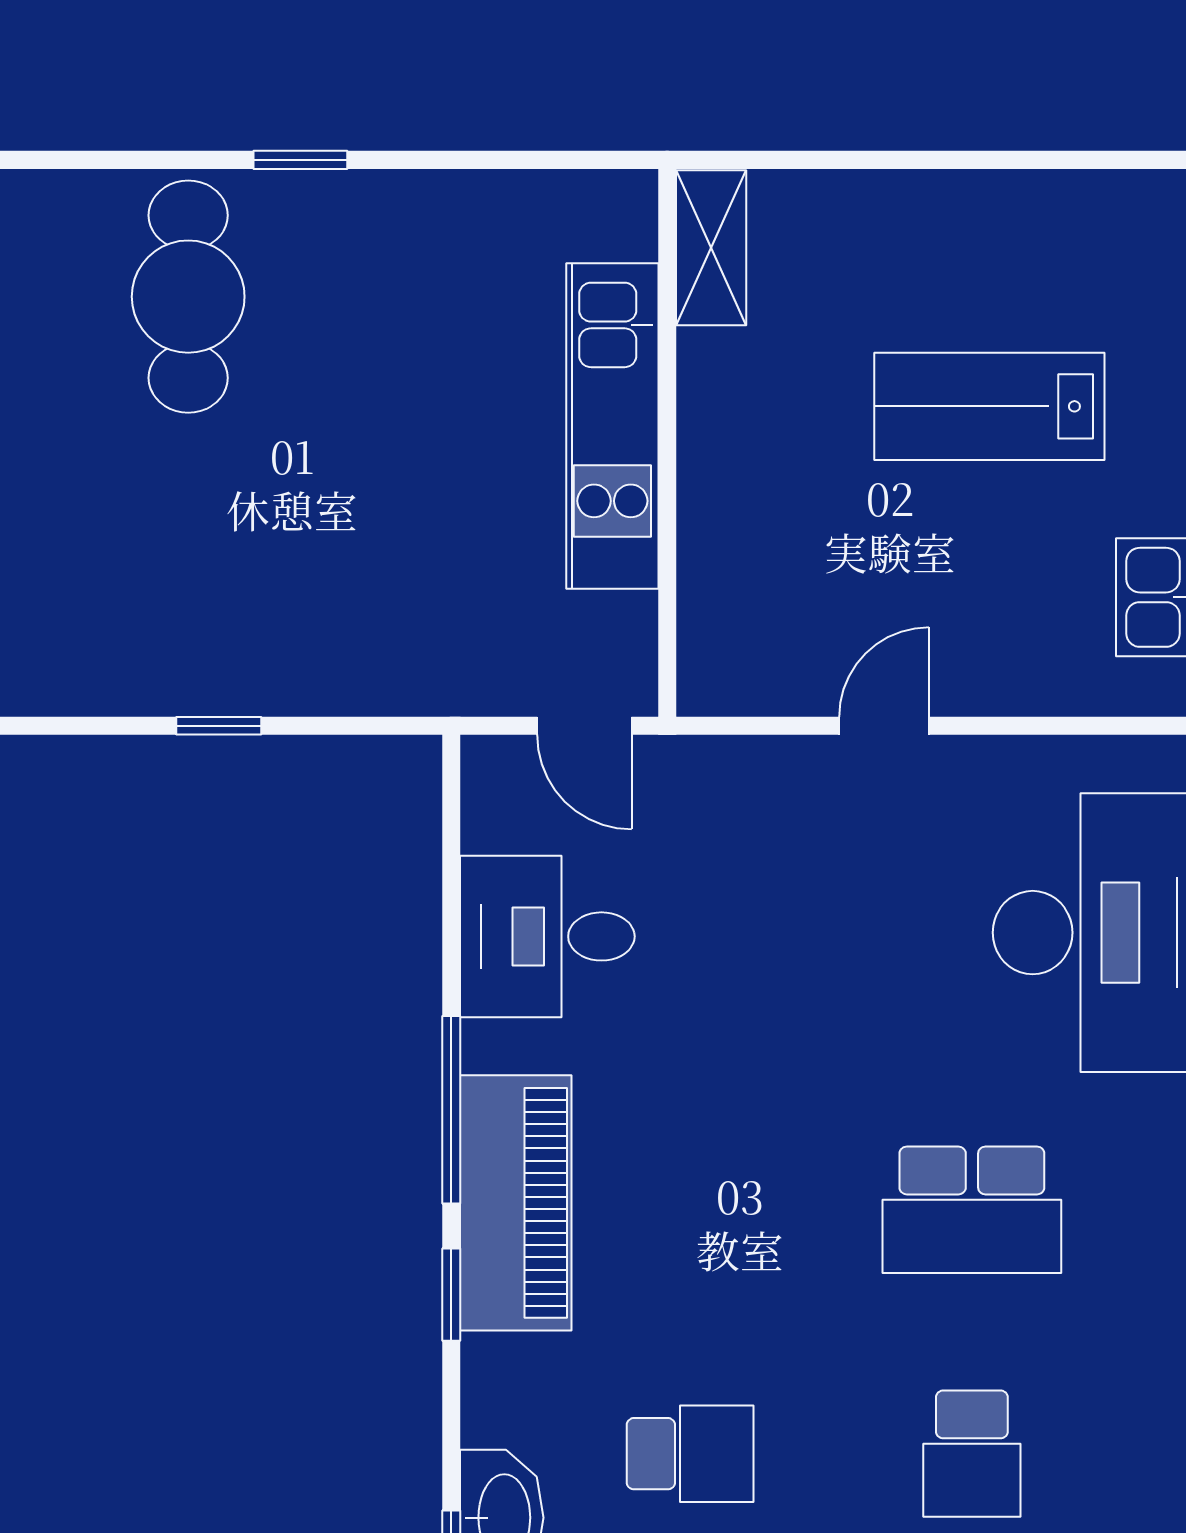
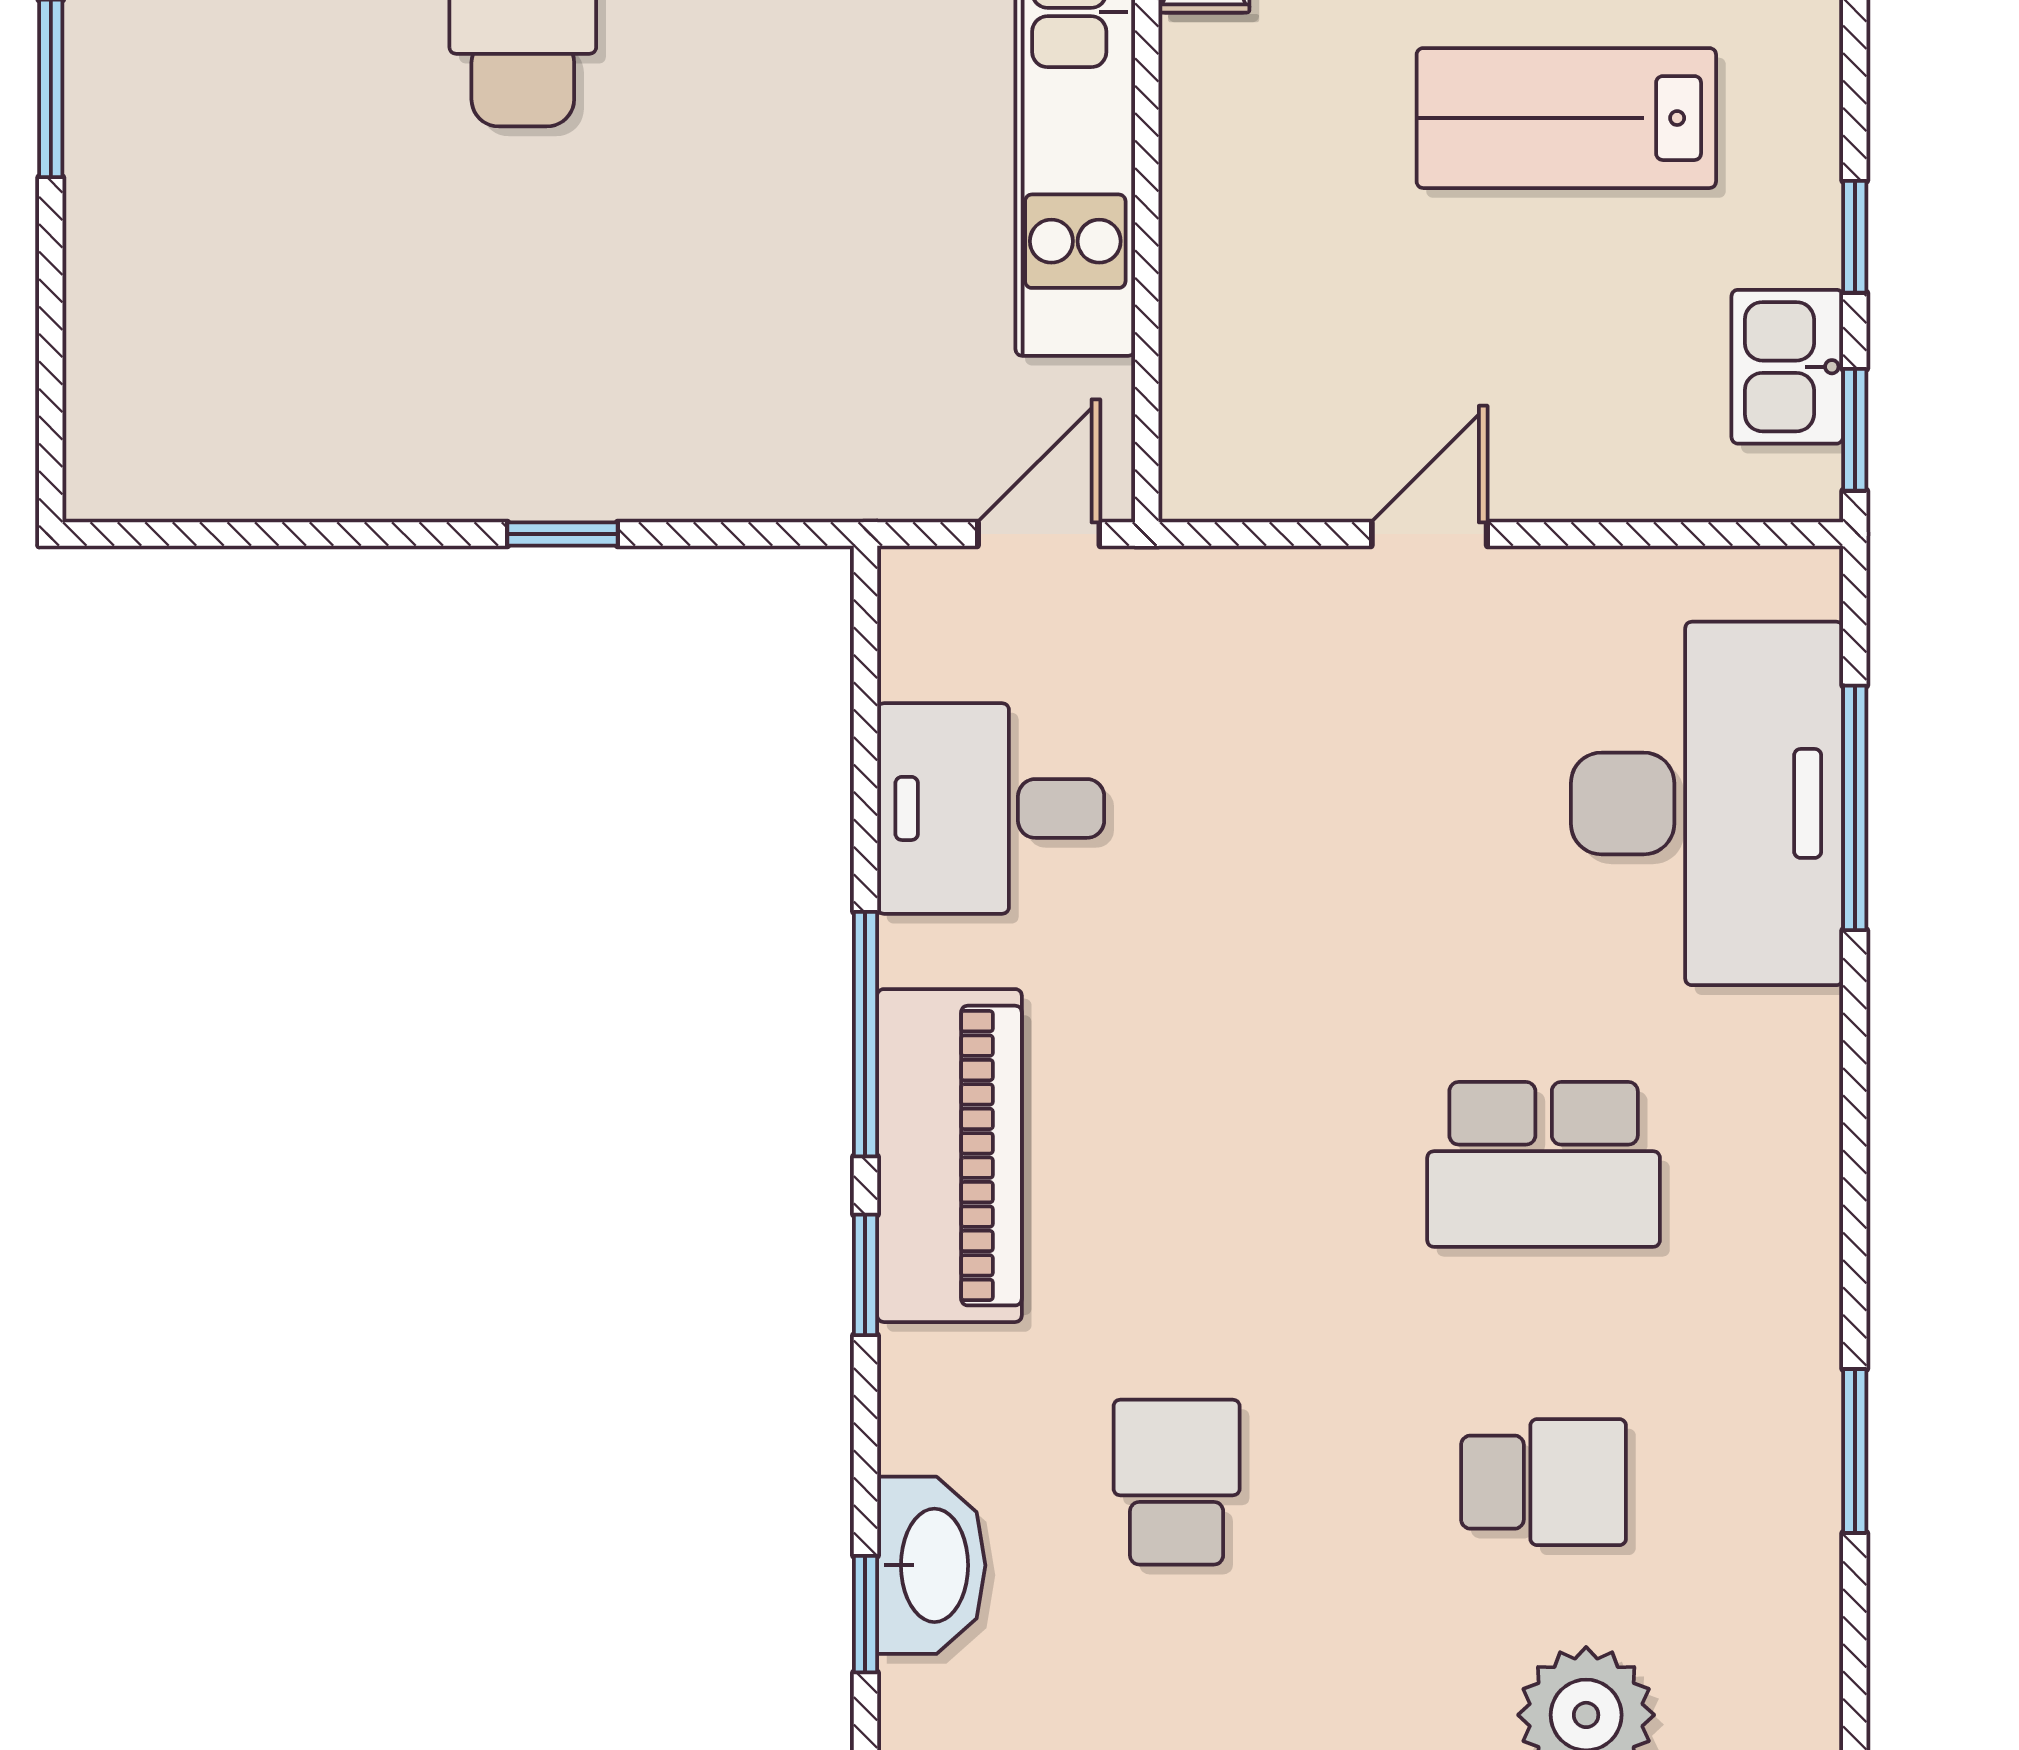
door: (584, 726) -> (1039, 534), swing flipped
school desk: (690, 1454) -> (1177, 1482), turned -90
school desk: (972, 1454) -> (1544, 1482), turned -90

